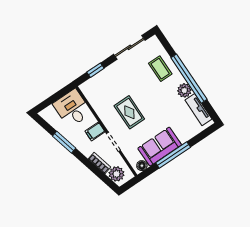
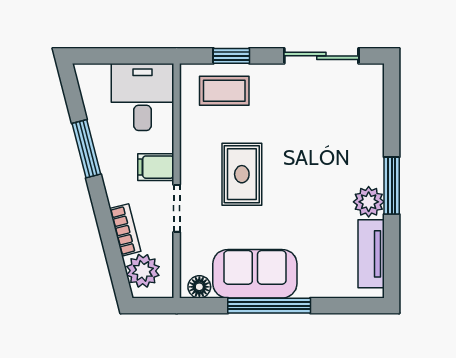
coffee table: (160, 69) -> (224, 91), moved, turned 90
window: (189, 79) -> (392, 186), width x0.47

